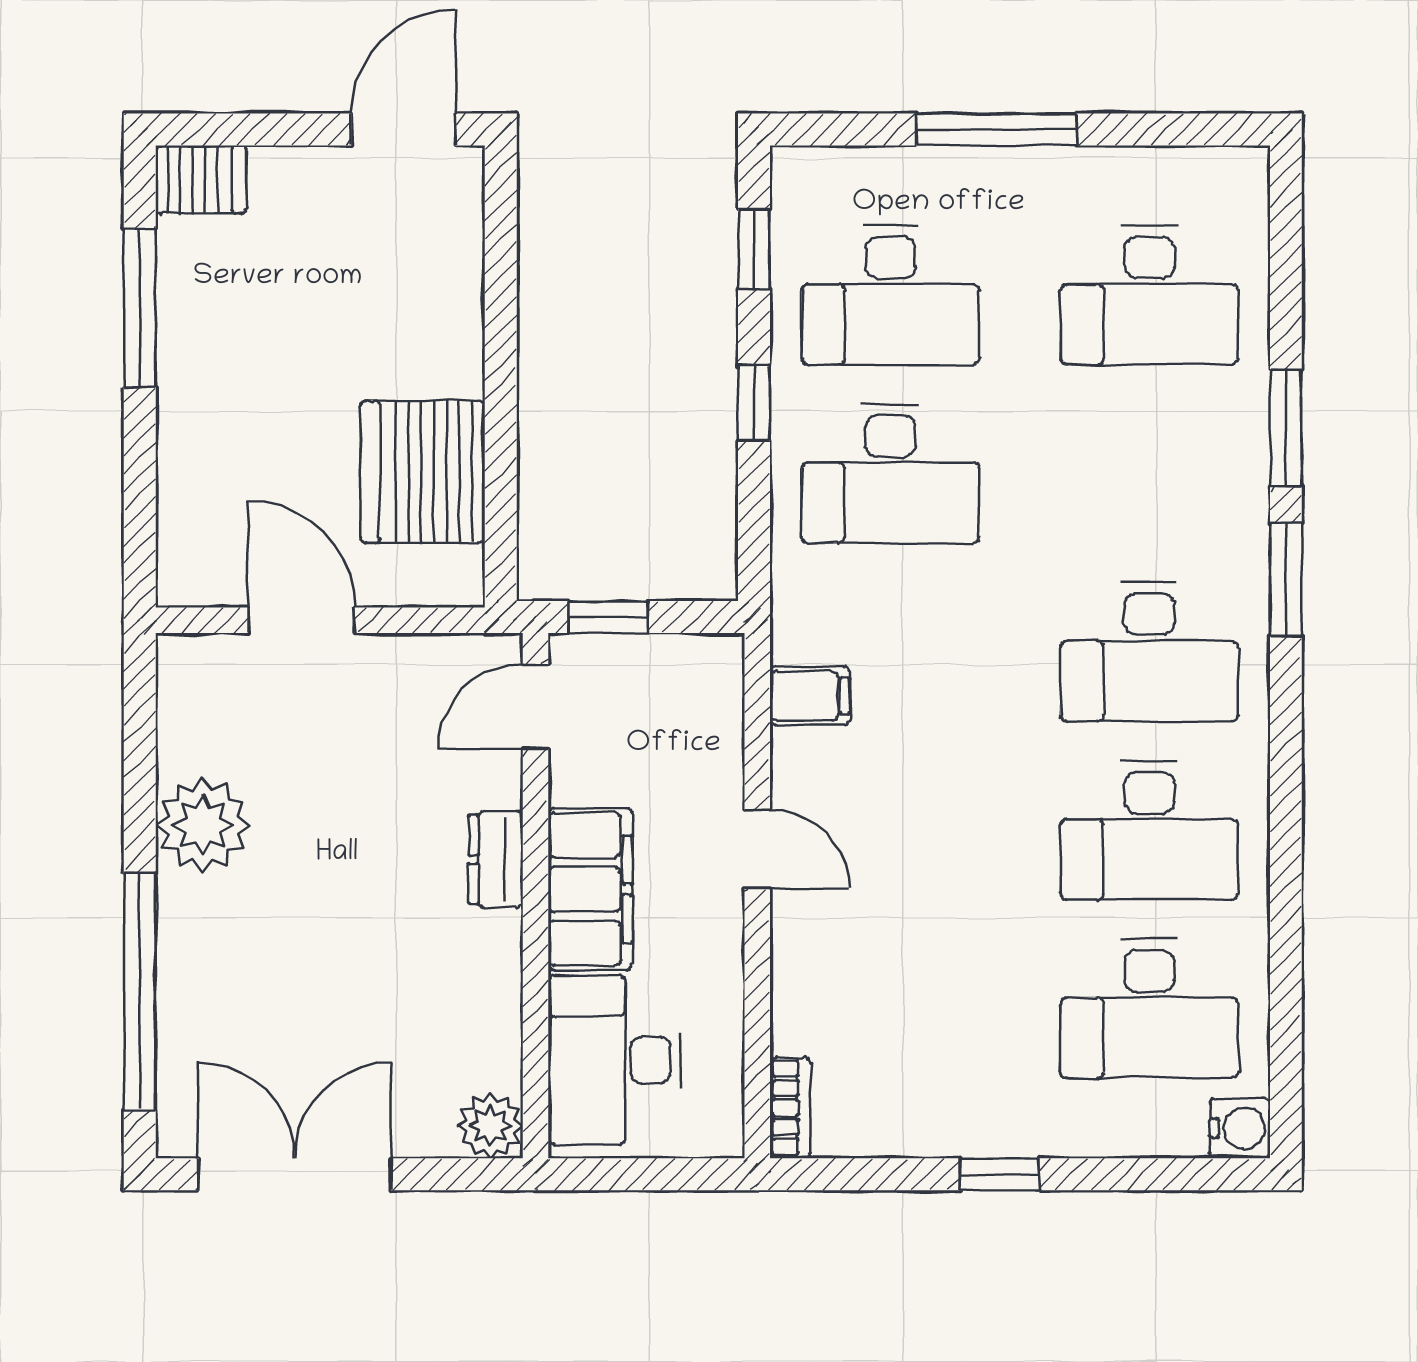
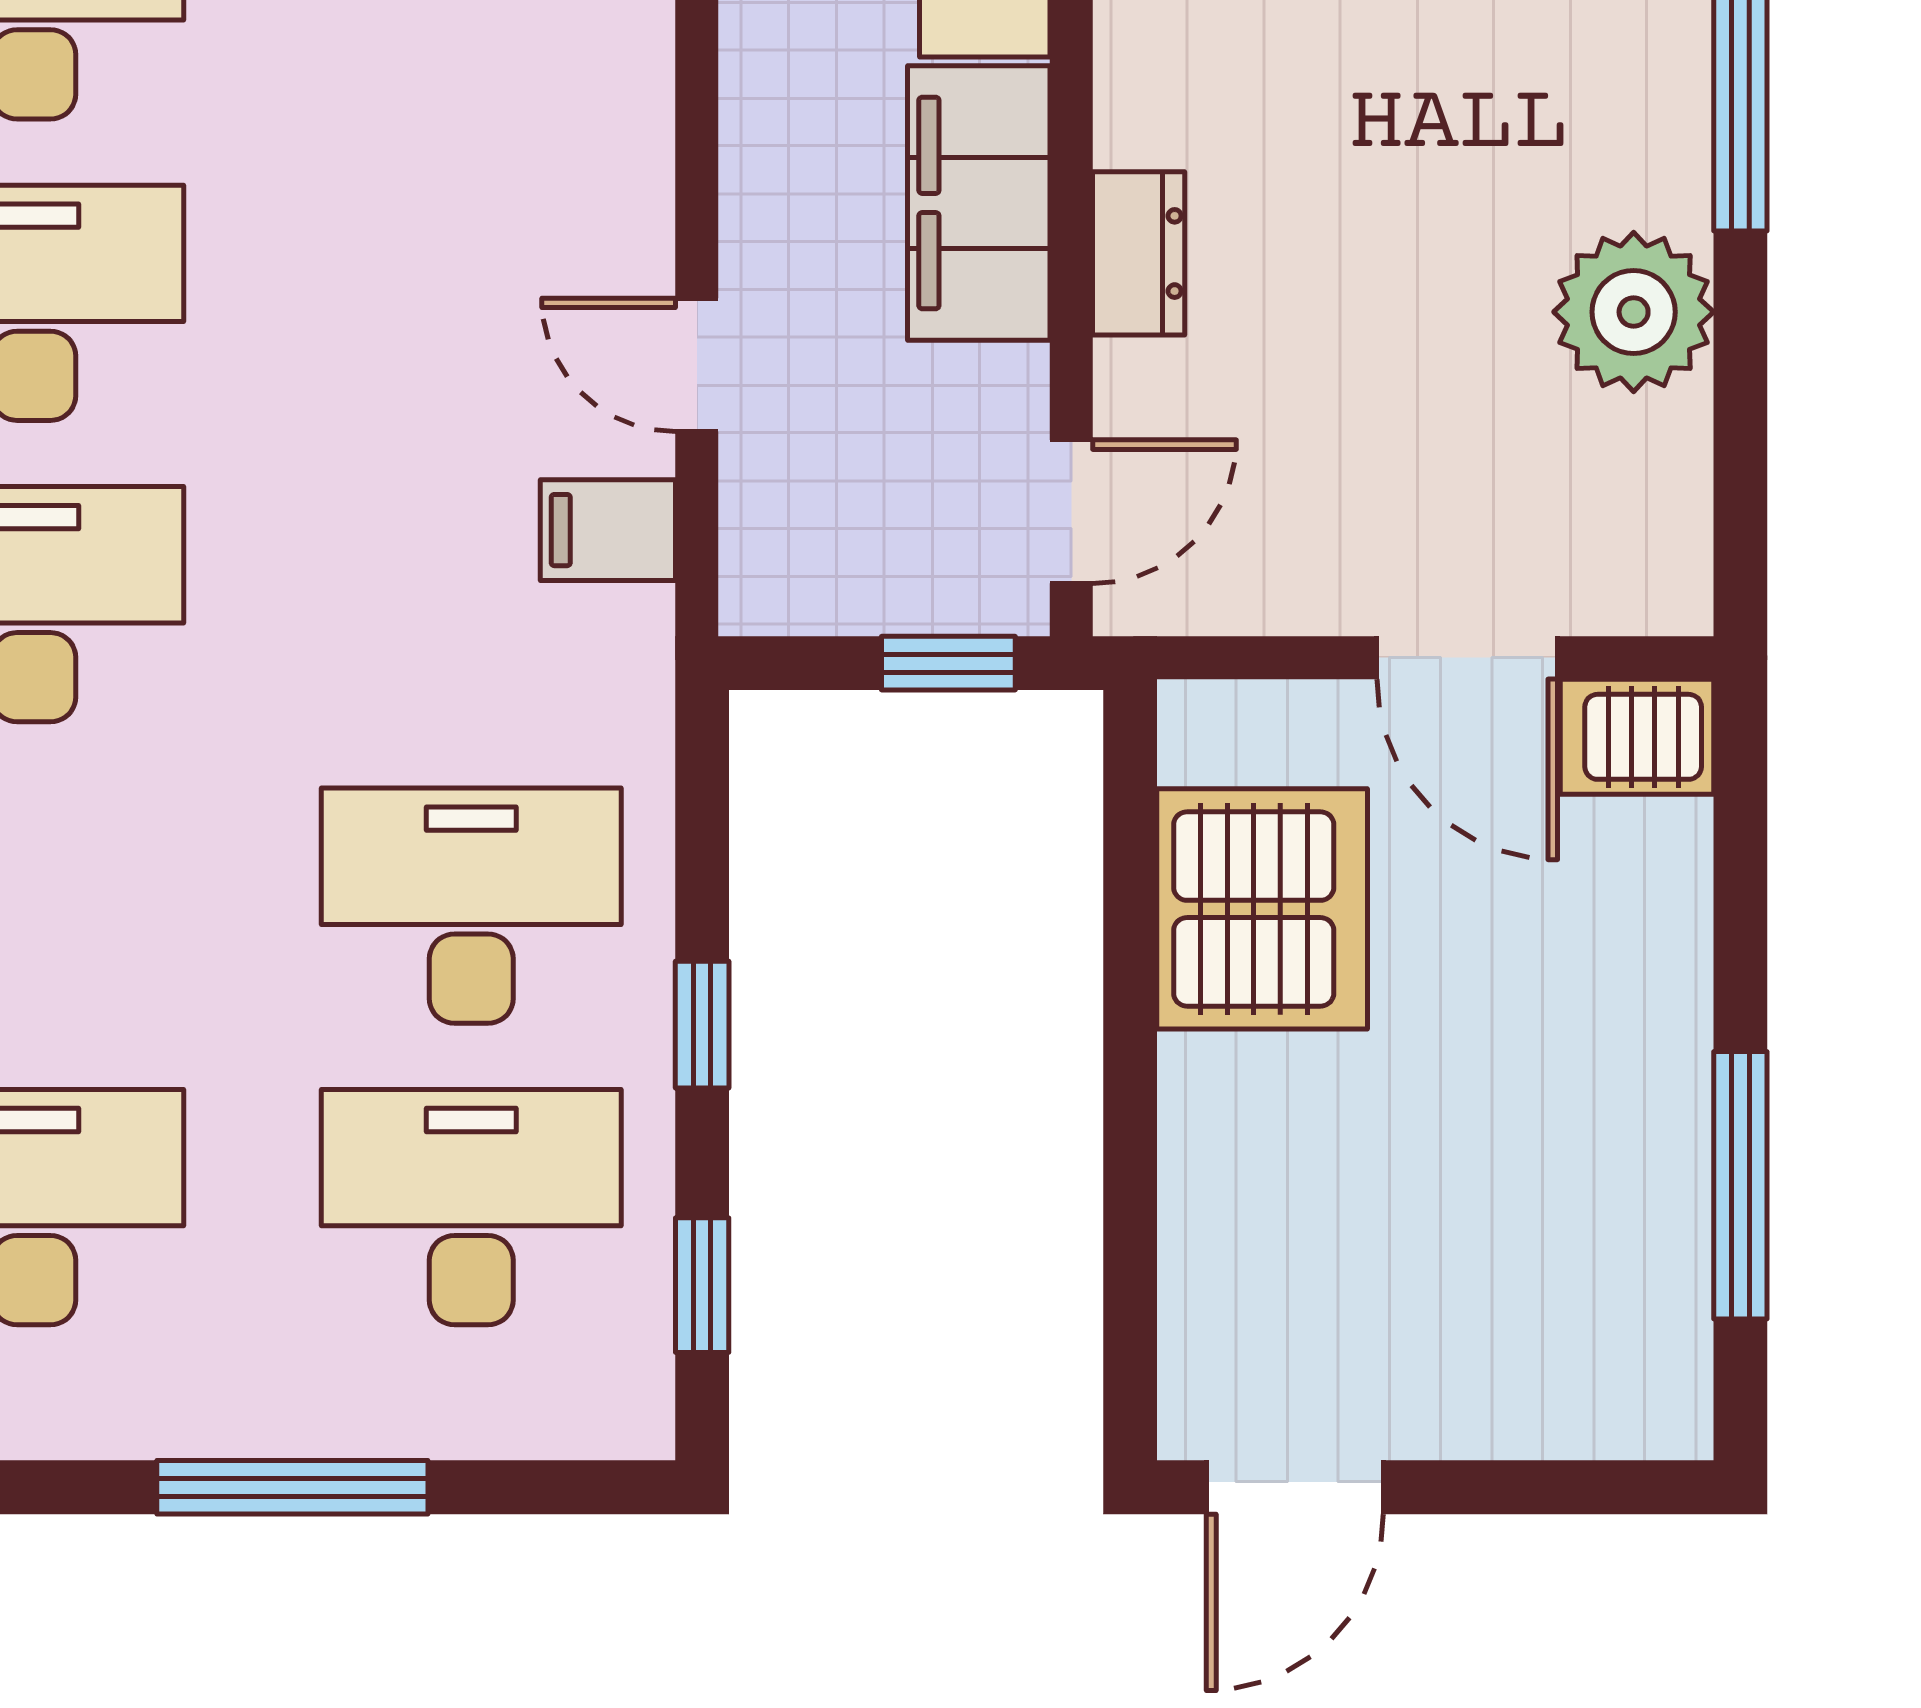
server rack: (201, 179) -> (1637, 737), moved
door: (757, 849) -> (697, 365), moved

